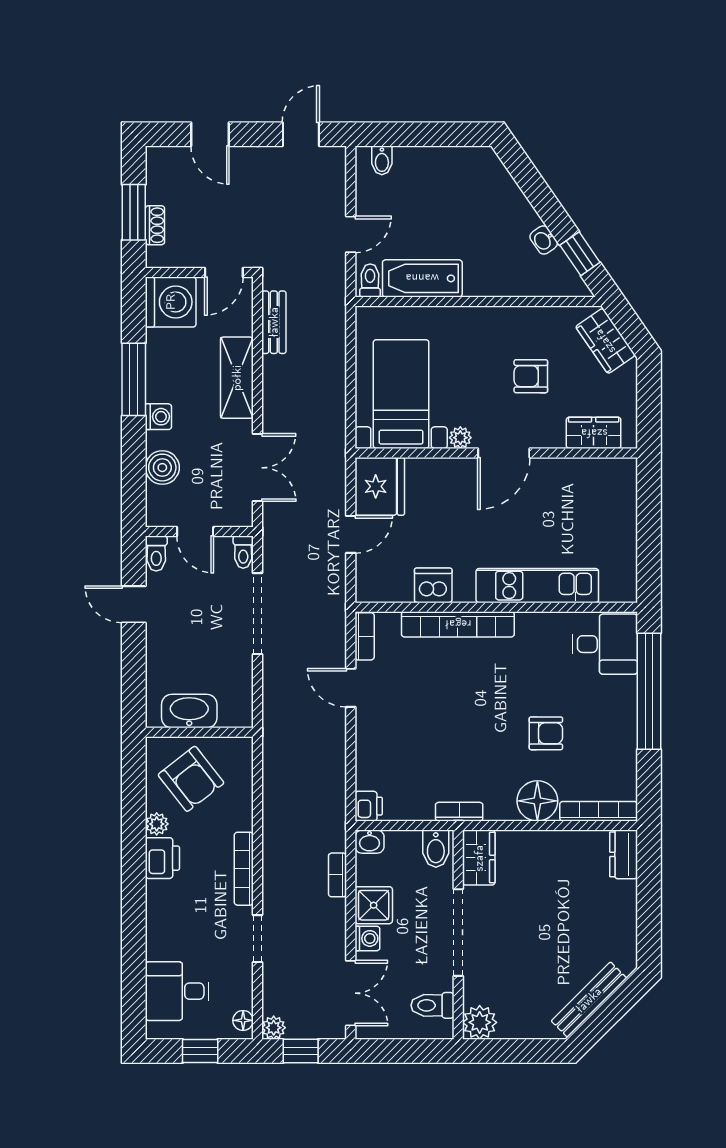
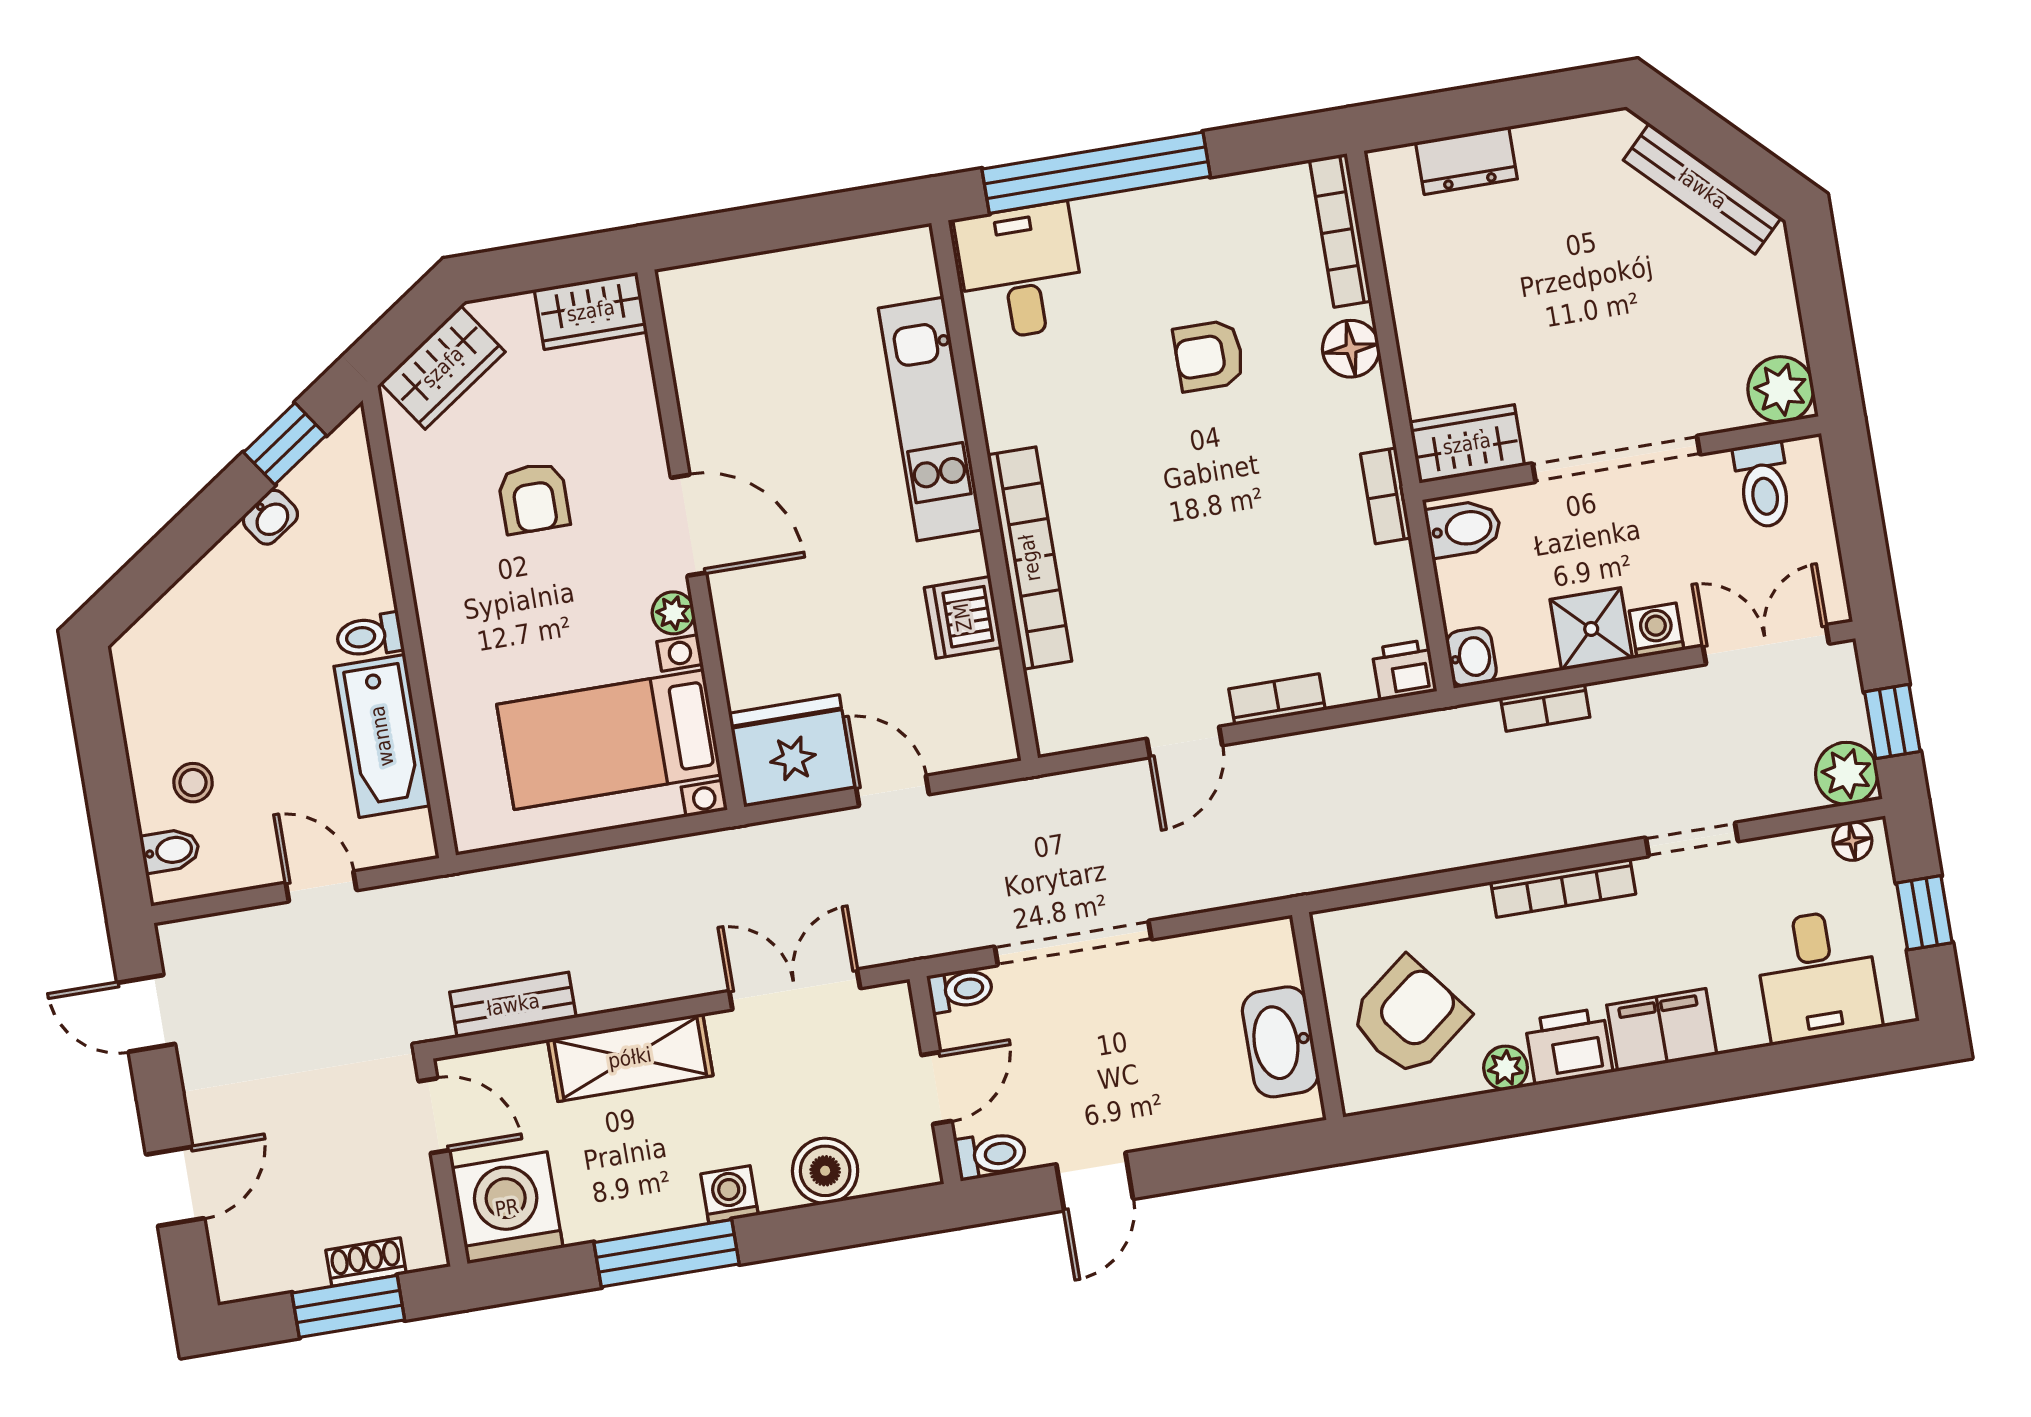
stool: (415, 178) -> (193, 783), added
toilet: (370, 281) -> (370, 636), moved
wardrobe: (594, 433) -> (591, 311), moved, turned -90
bookcase: (365, 636) -> (1277, 699), moved
armchair: (546, 733) -> (1209, 356), turned -90
floor lamp: (537, 801) -> (1351, 349), width x0.73, depth x0.73
dresser: (624, 854) -> (1466, 161), moved
filing cabinet: (163, 907) -> (1662, 1030), added
plant: (274, 1028) -> (1847, 773), width x1.38, depth x1.38

